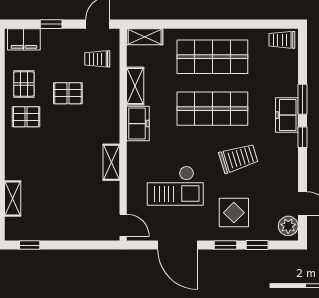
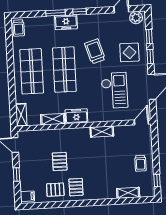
filing cabinet: (24, 39) -> (27, 196), width x0.50
trolley: (97, 59) -> (140, 163), moved

